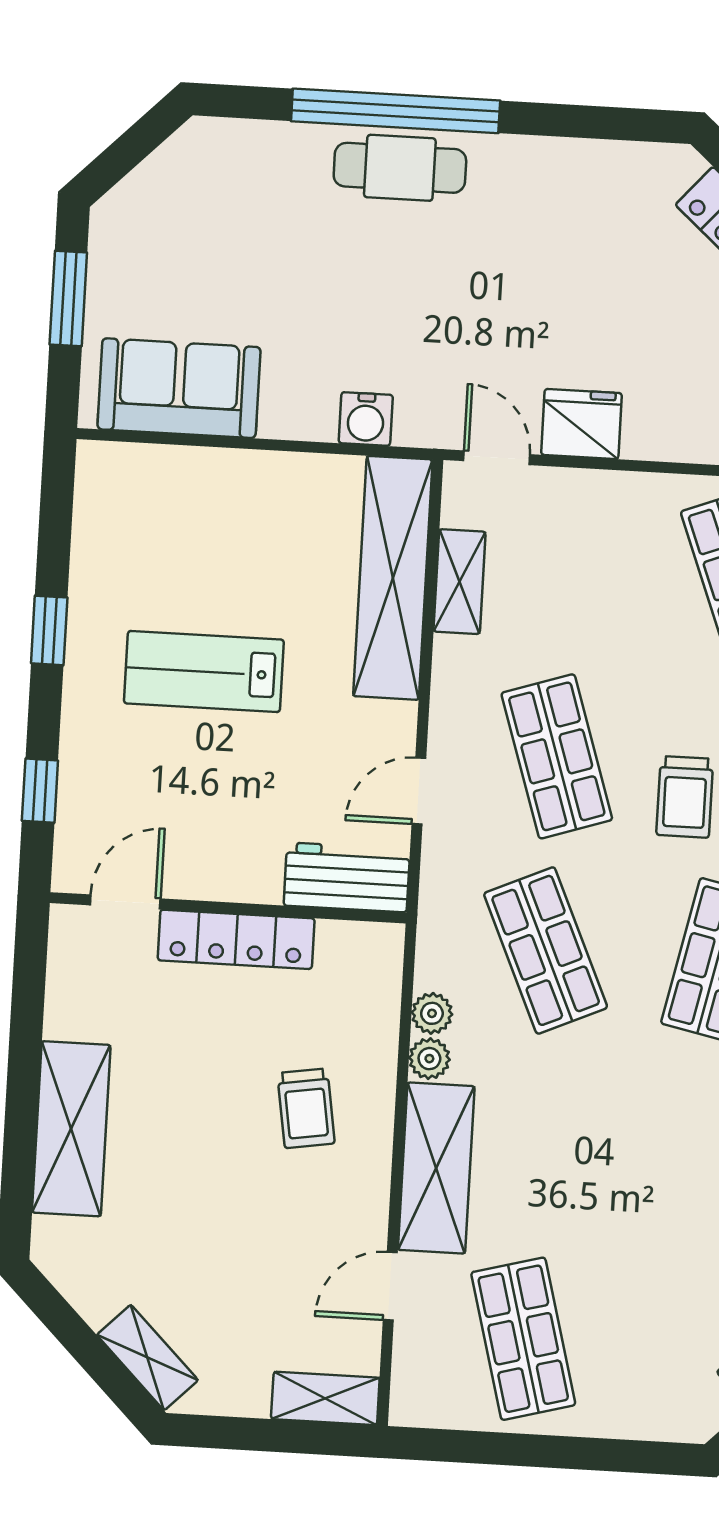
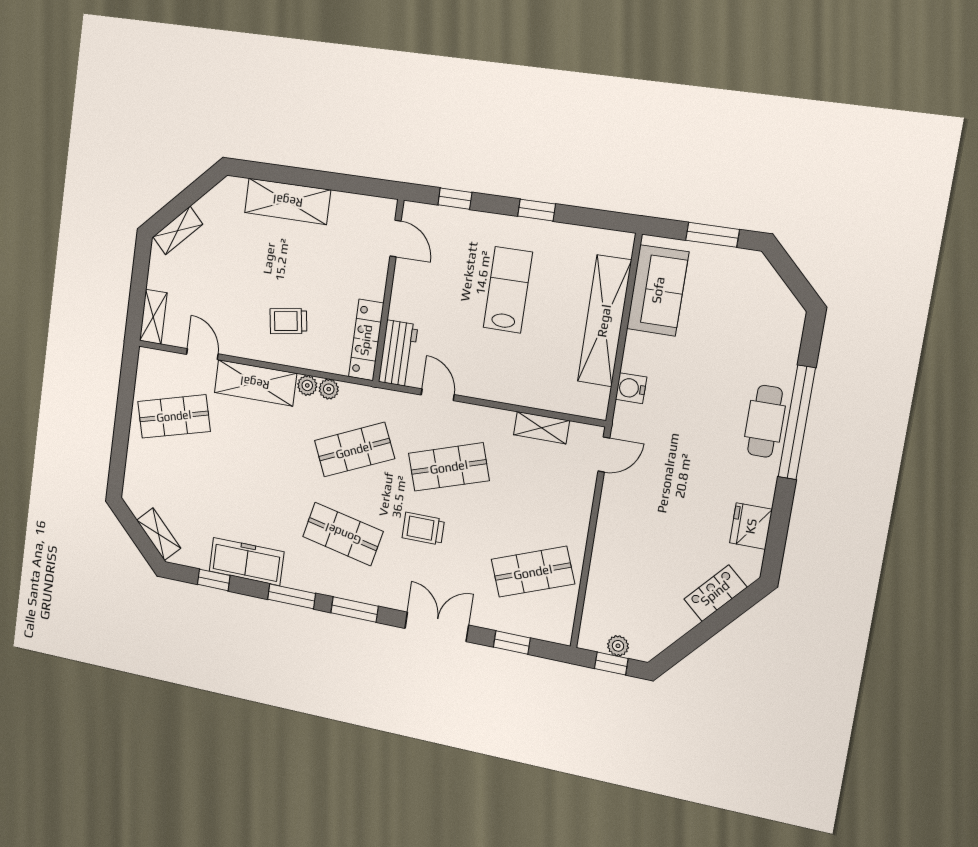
fridge: (582, 424) -> (751, 526), moved, turned 180
shelving: (393, 578) -> (604, 321), moved, turned 90
locker: (236, 939) -> (366, 340), moved

